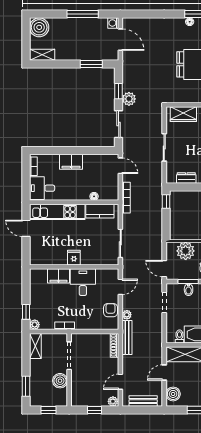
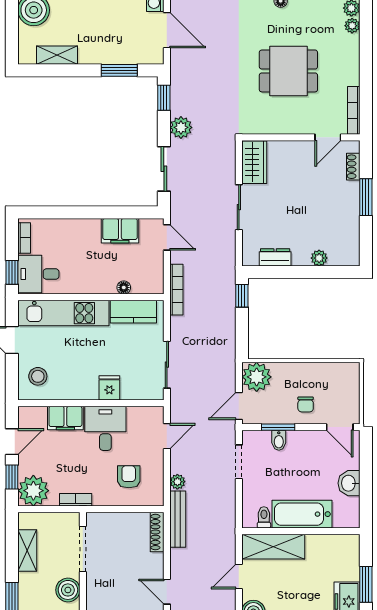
shelving: (42, 55) -> (57, 55), moved
window: (119, 91) -> (164, 98), moved
wardrobe: (183, 114) -> (254, 162), moved, turned -90
filing cabinet: (71, 162) -> (120, 231), moved
window: (26, 187) -> (12, 272), added
stool: (42, 251) -> (38, 376), added
plant: (186, 251) -> (257, 377), moved
fridge: (74, 258) -> (109, 388), moved
door: (164, 269) -> (239, 406), hinge flipped
door: (26, 290) -> (12, 442), added
armchair: (111, 310) -> (129, 477), moved
plant: (35, 325) -> (33, 491), width x1.88, depth x1.88
shelving: (35, 346) -> (27, 551), moved
door: (120, 382) -> (167, 592), hinge flipped

